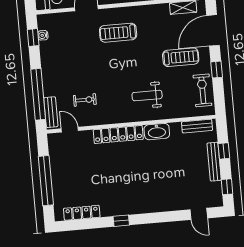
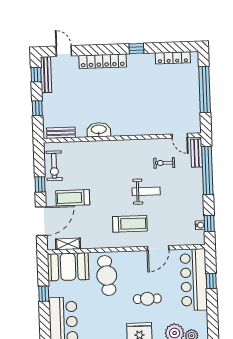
weight bench: (147, 96) -> (146, 191), moved
locker: (118, 134) -> (103, 61), moved, turned 180
bench: (214, 162) -> (46, 75), moved

